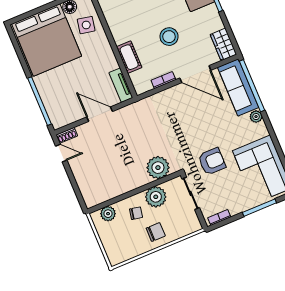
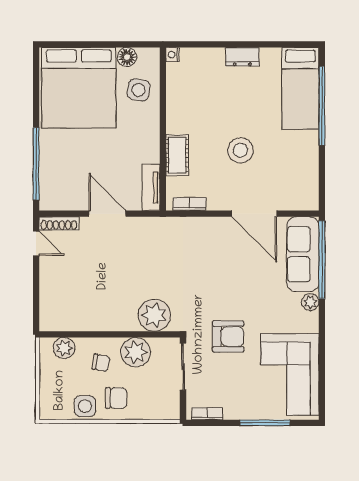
wardrobe: (223, 44) -> (307, 190), removed
bookcase: (163, 80) -> (190, 204), moved
shoe rack: (67, 135) -> (59, 223), width x1.43
side table: (137, 246) -> (85, 406), added

